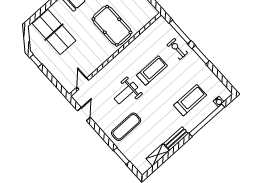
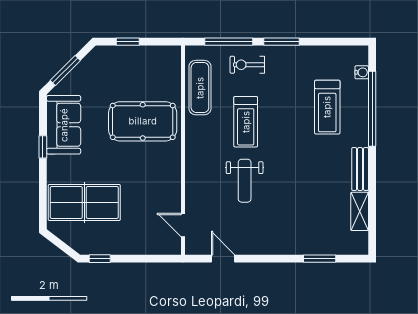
treadmill: (152, 71) -> (246, 122), turned 180
treadmill: (190, 100) -> (327, 107), turned 180
exercise mat: (126, 127) -> (200, 88), moved

